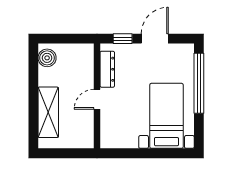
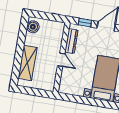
door: (97, 99) -> (61, 60), swing flipped

